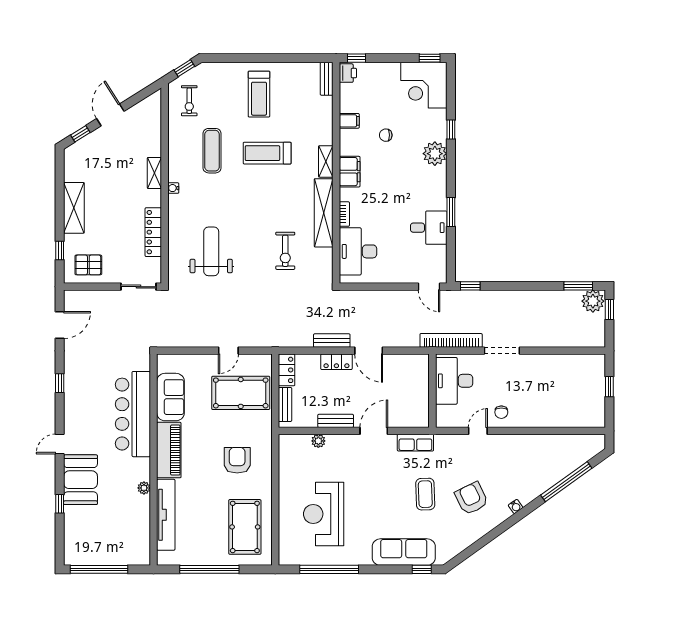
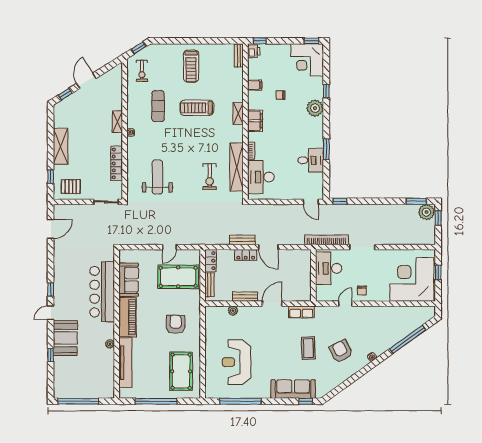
shelving: (324, 213) -> (237, 167), moved
window: (60, 383) -> (51, 290), moved
corner desk: (572, 397) -> (412, 279), added

